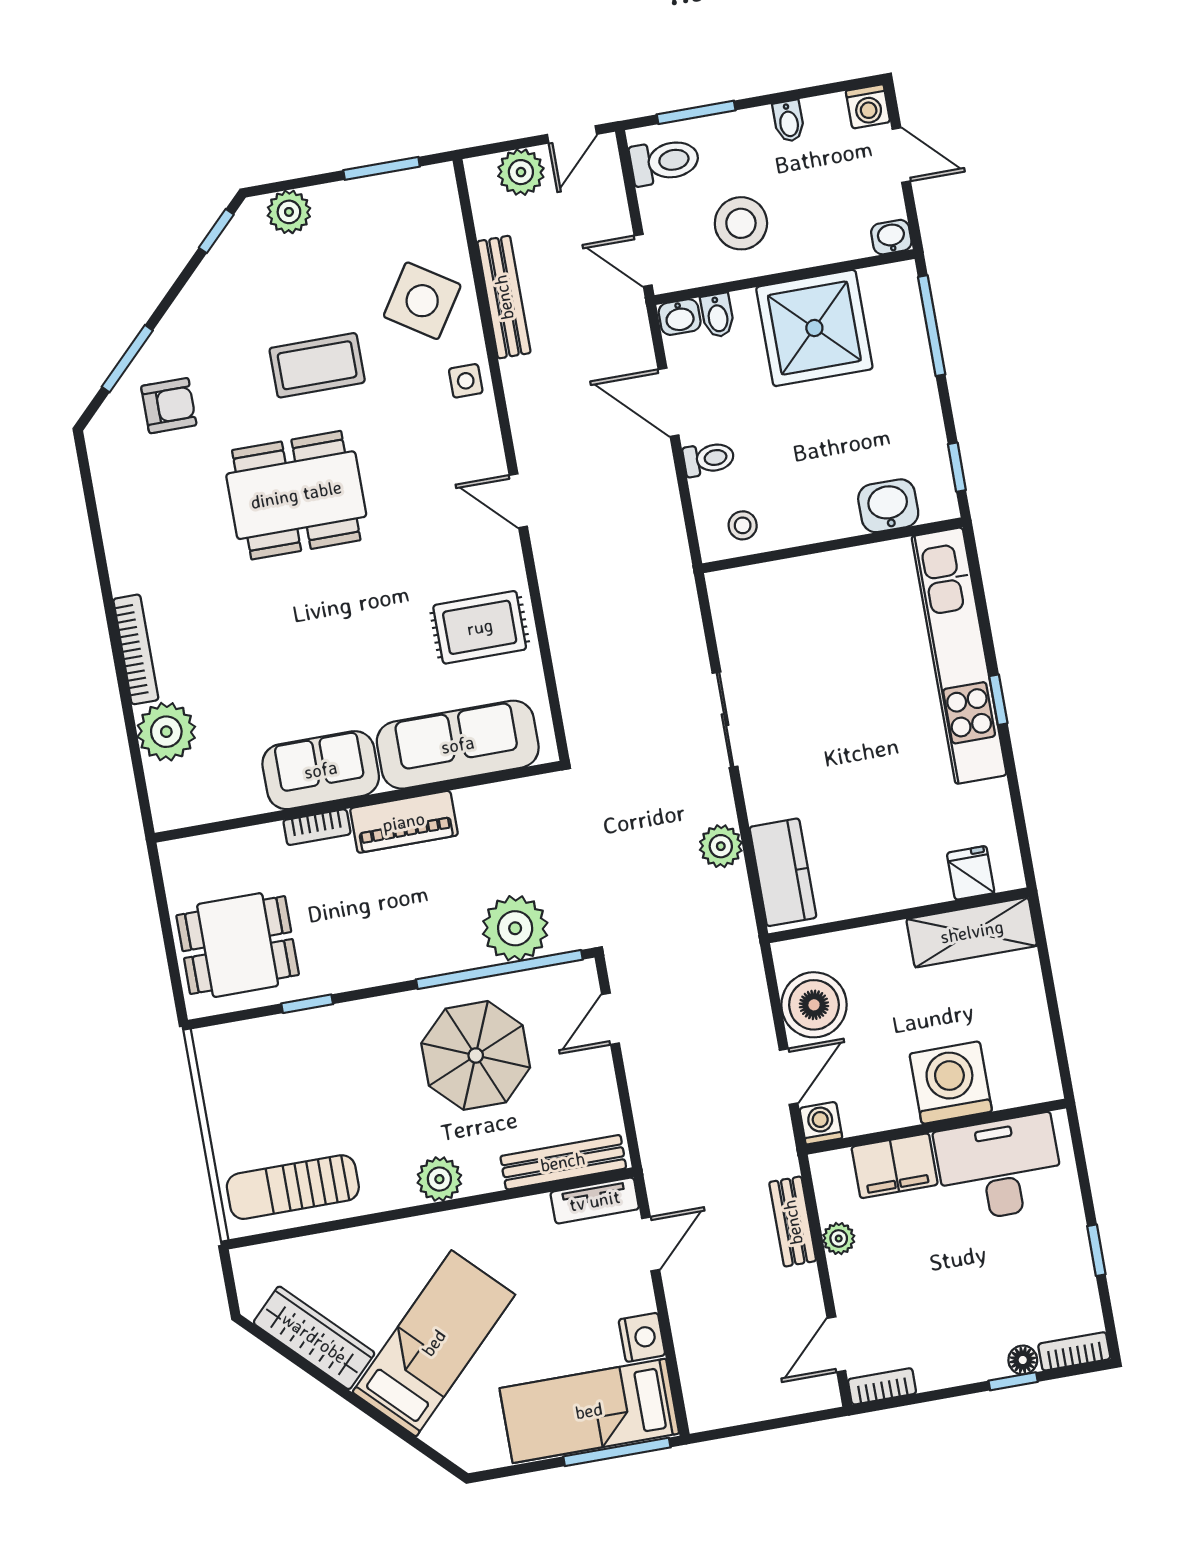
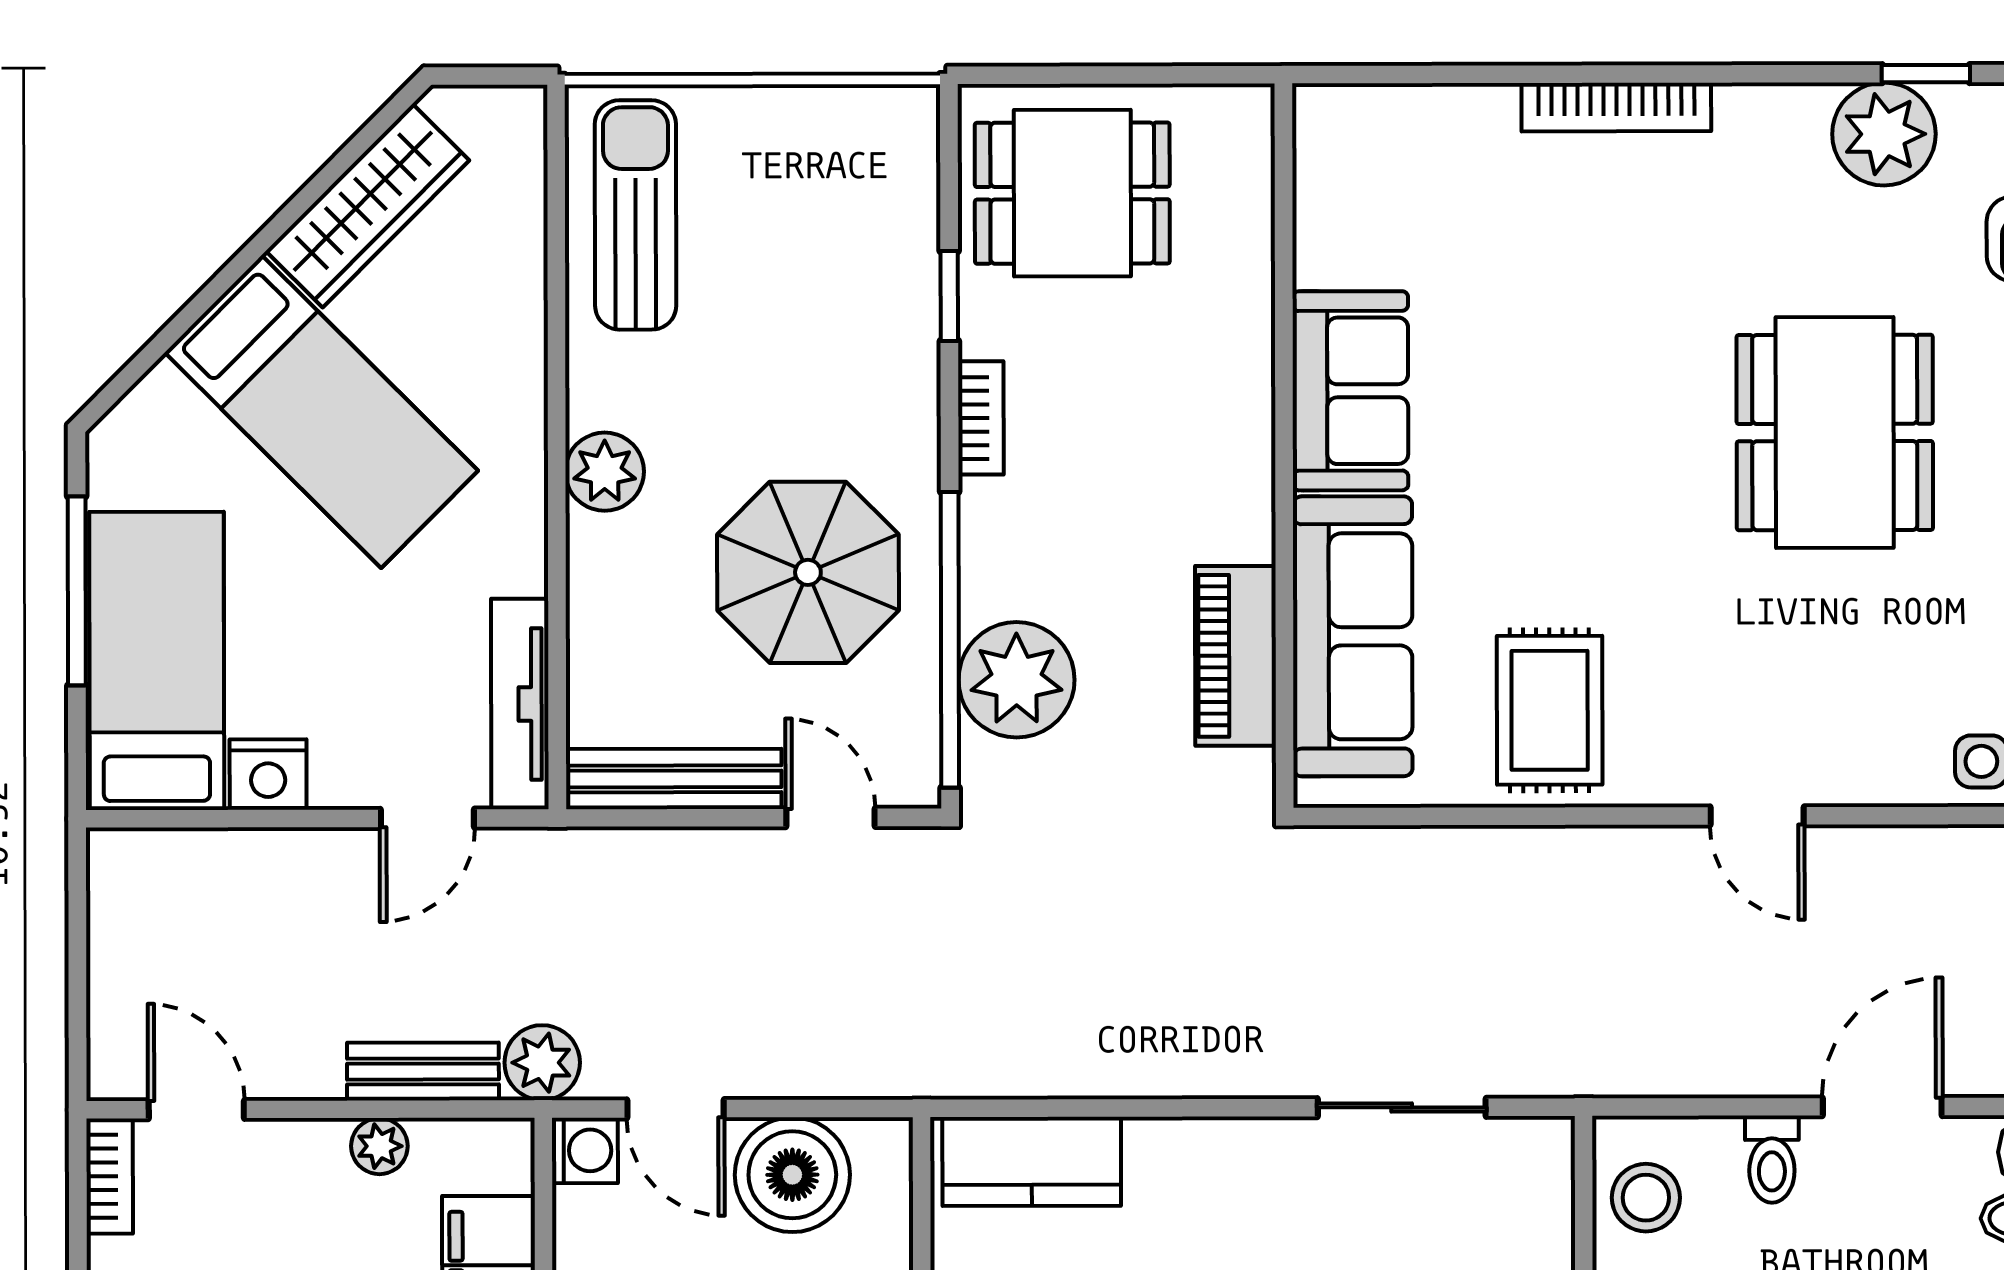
window: (87, 480) -> (1926, 74), added
door: (518, 501) -> (1757, 816), swing flipped
stool: (743, 525) -> (1646, 1198), width x1.37, depth x1.37
sliding door: (725, 720) -> (1402, 1107), moved
plant: (166, 732) -> (1884, 134), moved
piano: (404, 822) -> (1236, 656), moved
bookcase: (317, 827) -> (981, 418), moved, turned 180
plant: (721, 846) -> (542, 1063), moved
dining table: (238, 945) -> (1072, 193), turned 90
bench: (563, 1162) -> (674, 779), moved, turned 90
tv unit: (595, 1201) -> (520, 704), width x1.41
door: (651, 1244) -> (427, 818), hinge flipped
window: (617, 1452) -> (77, 591), moved

